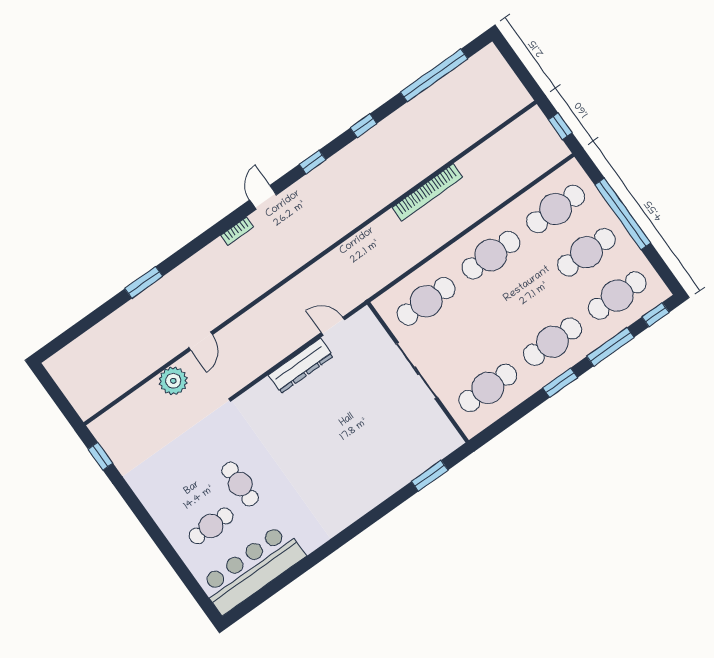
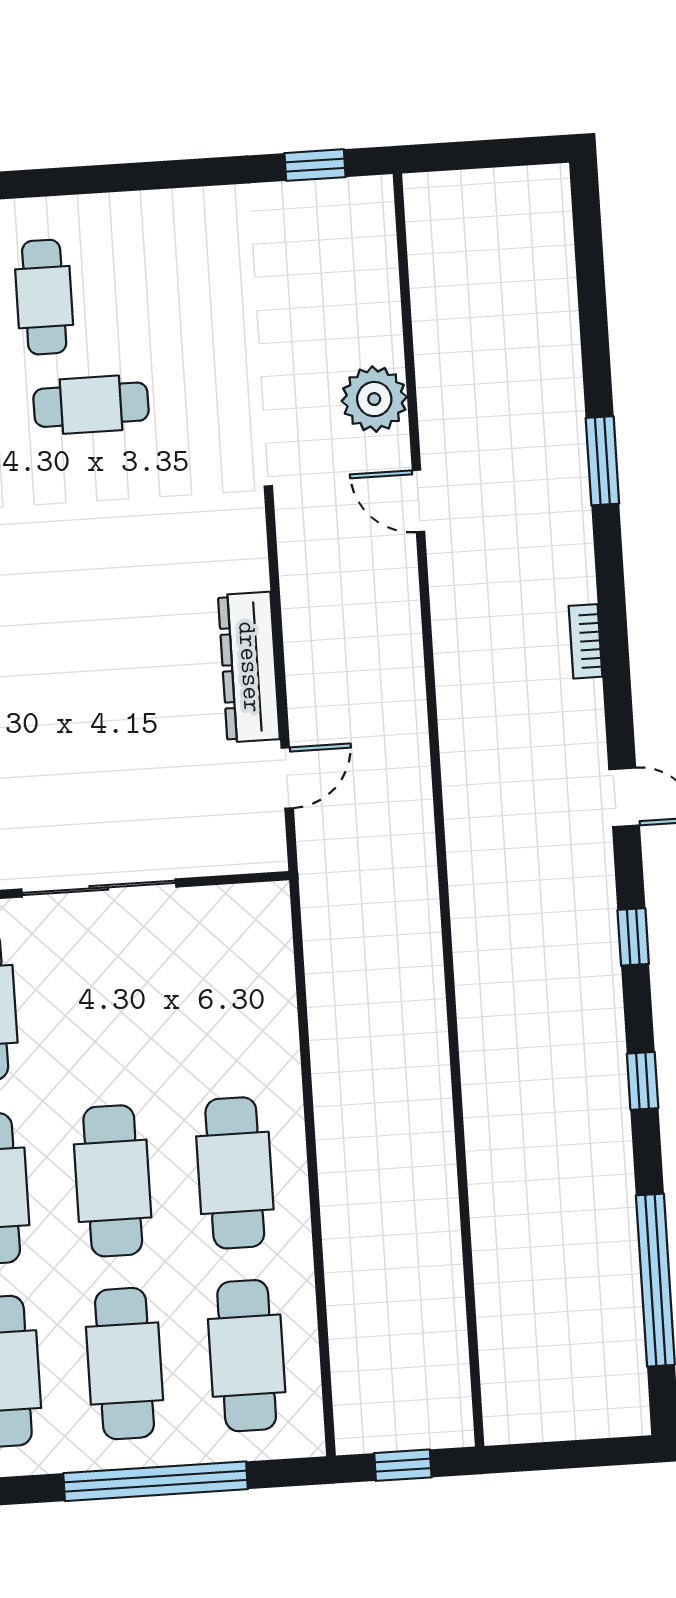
bookcase: (427, 192) -> (435, 1125), removed
bookcase: (237, 231) -> (585, 641), moved
cafe table: (426, 301) -> (113, 1181), moved

